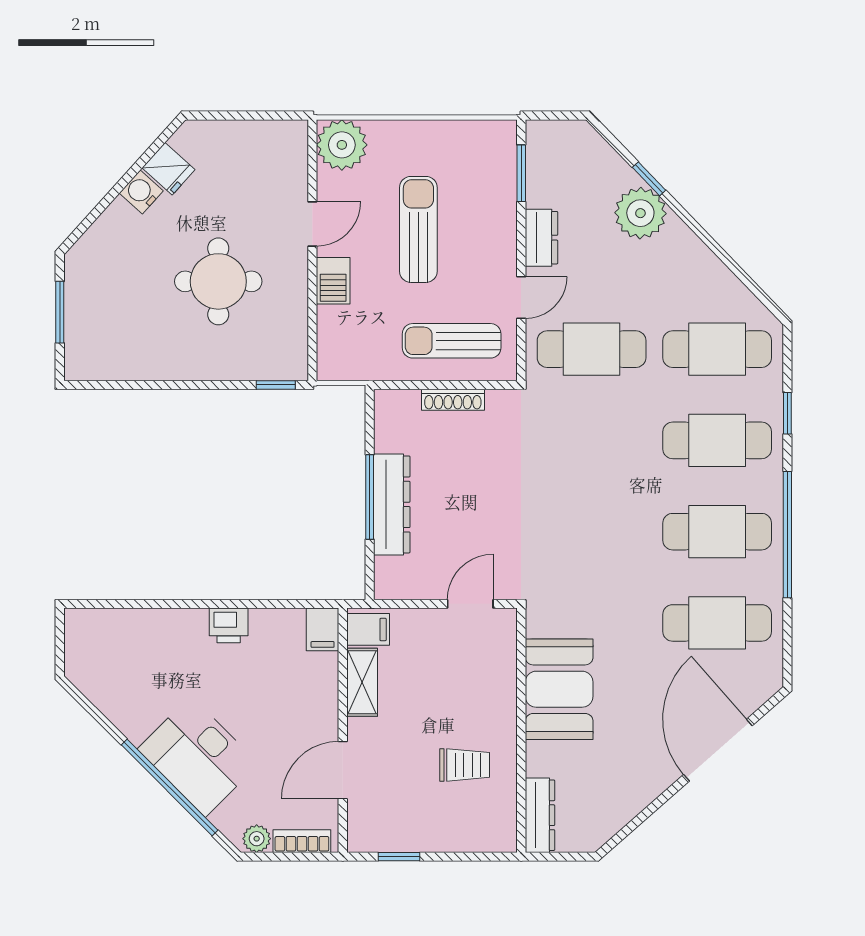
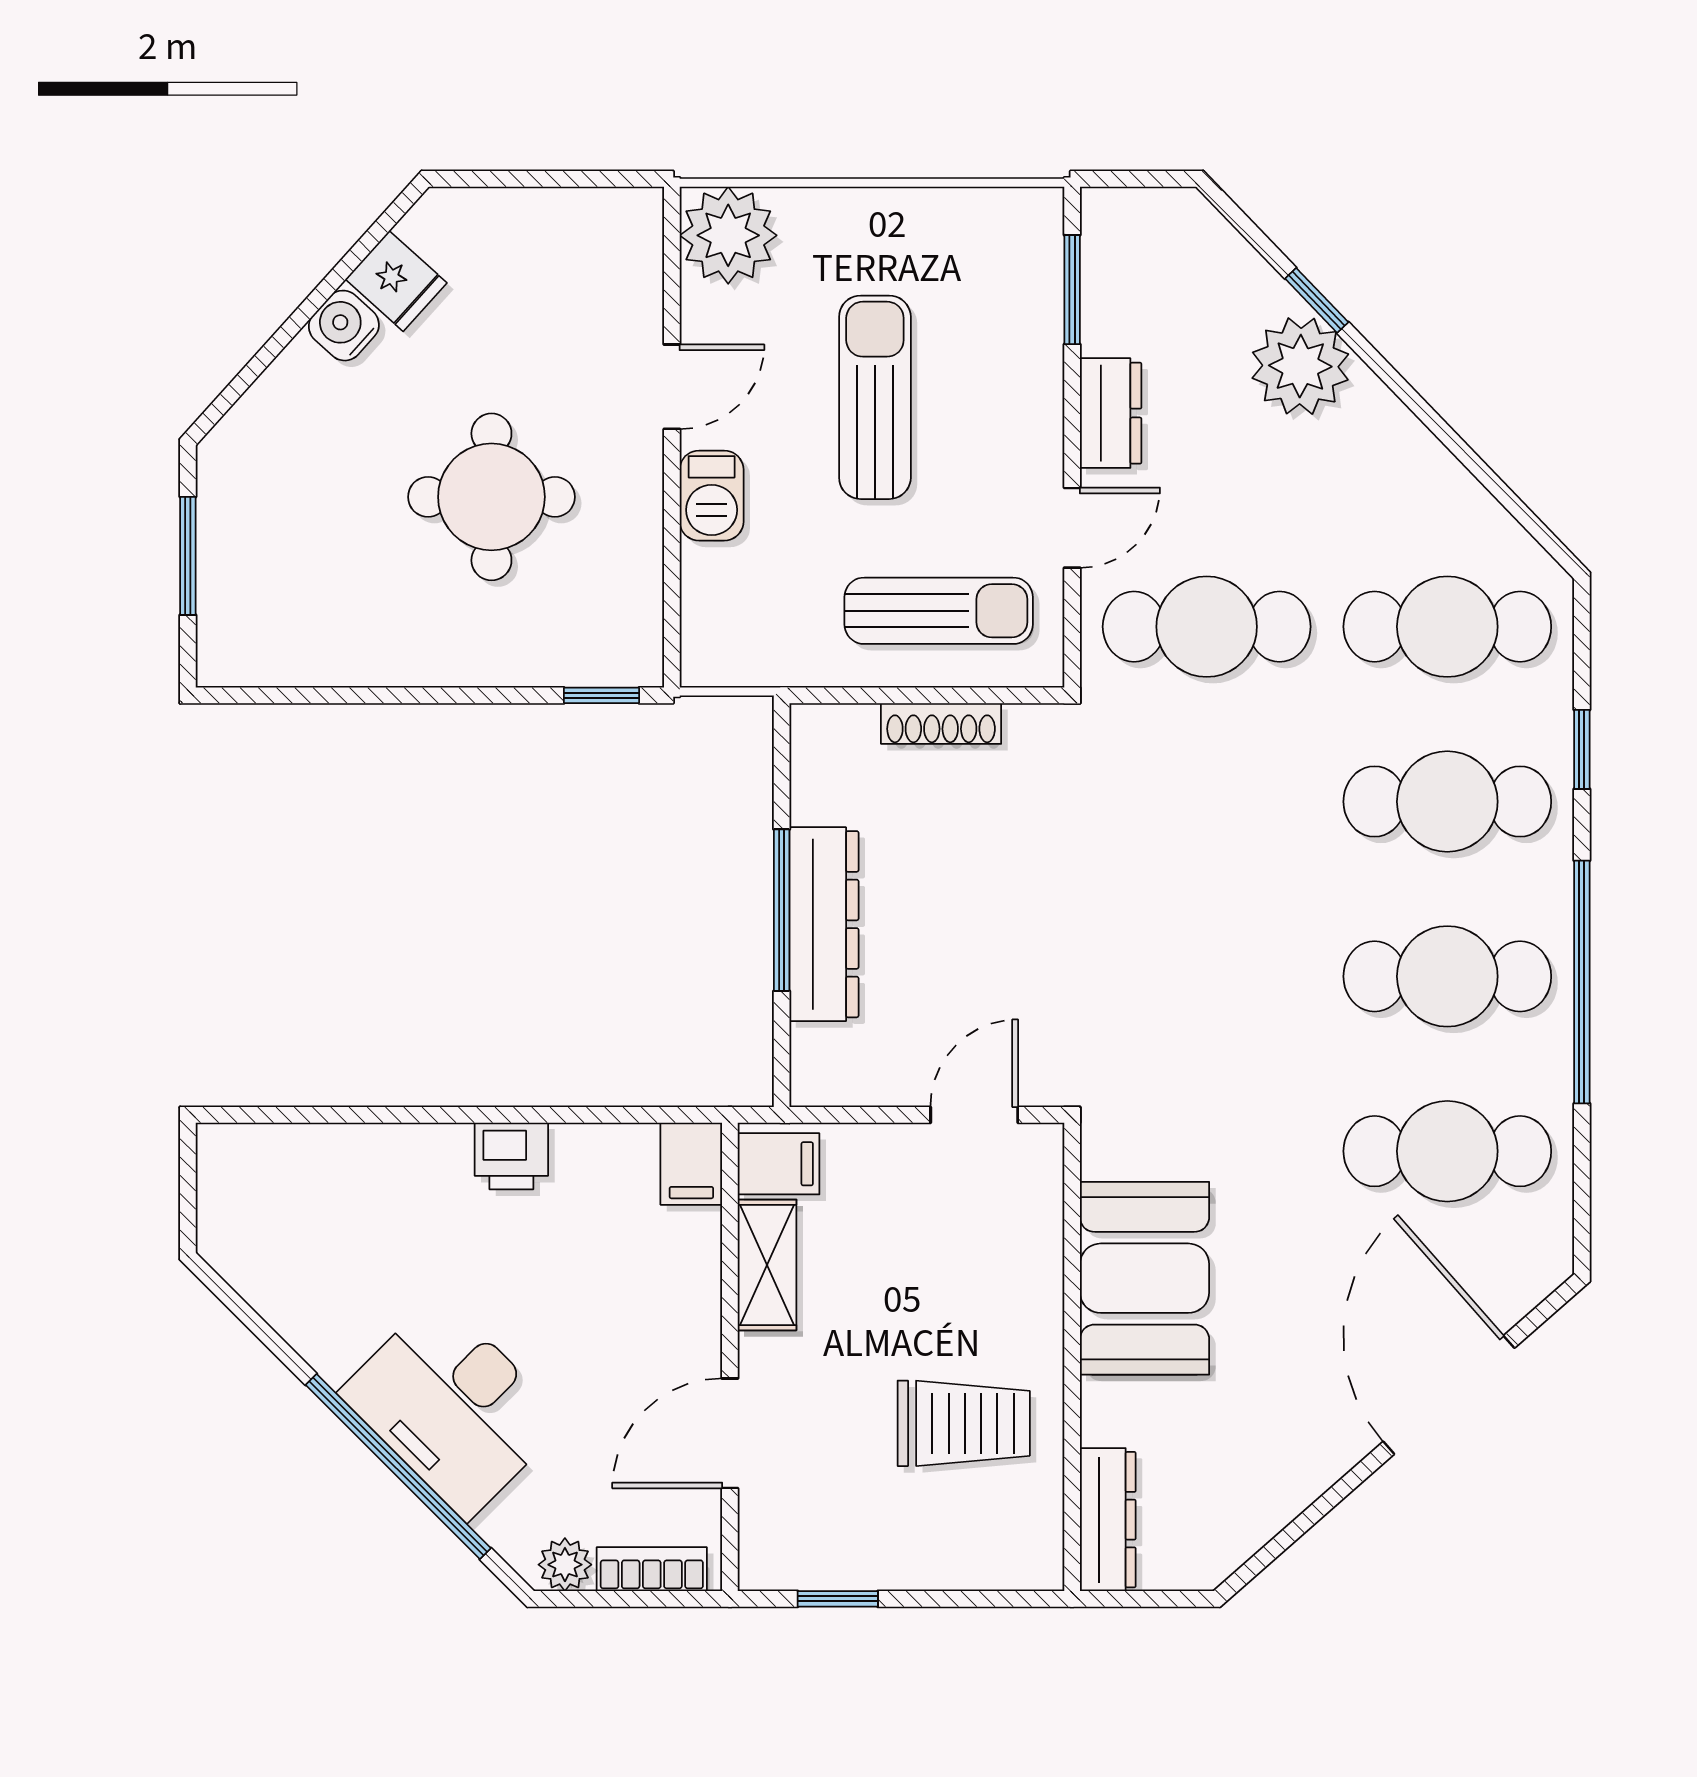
sun lounger: (452, 341) -> (939, 611), turned 180
trolley: (465, 765) -> (964, 1423), width x1.36, depth x1.39

